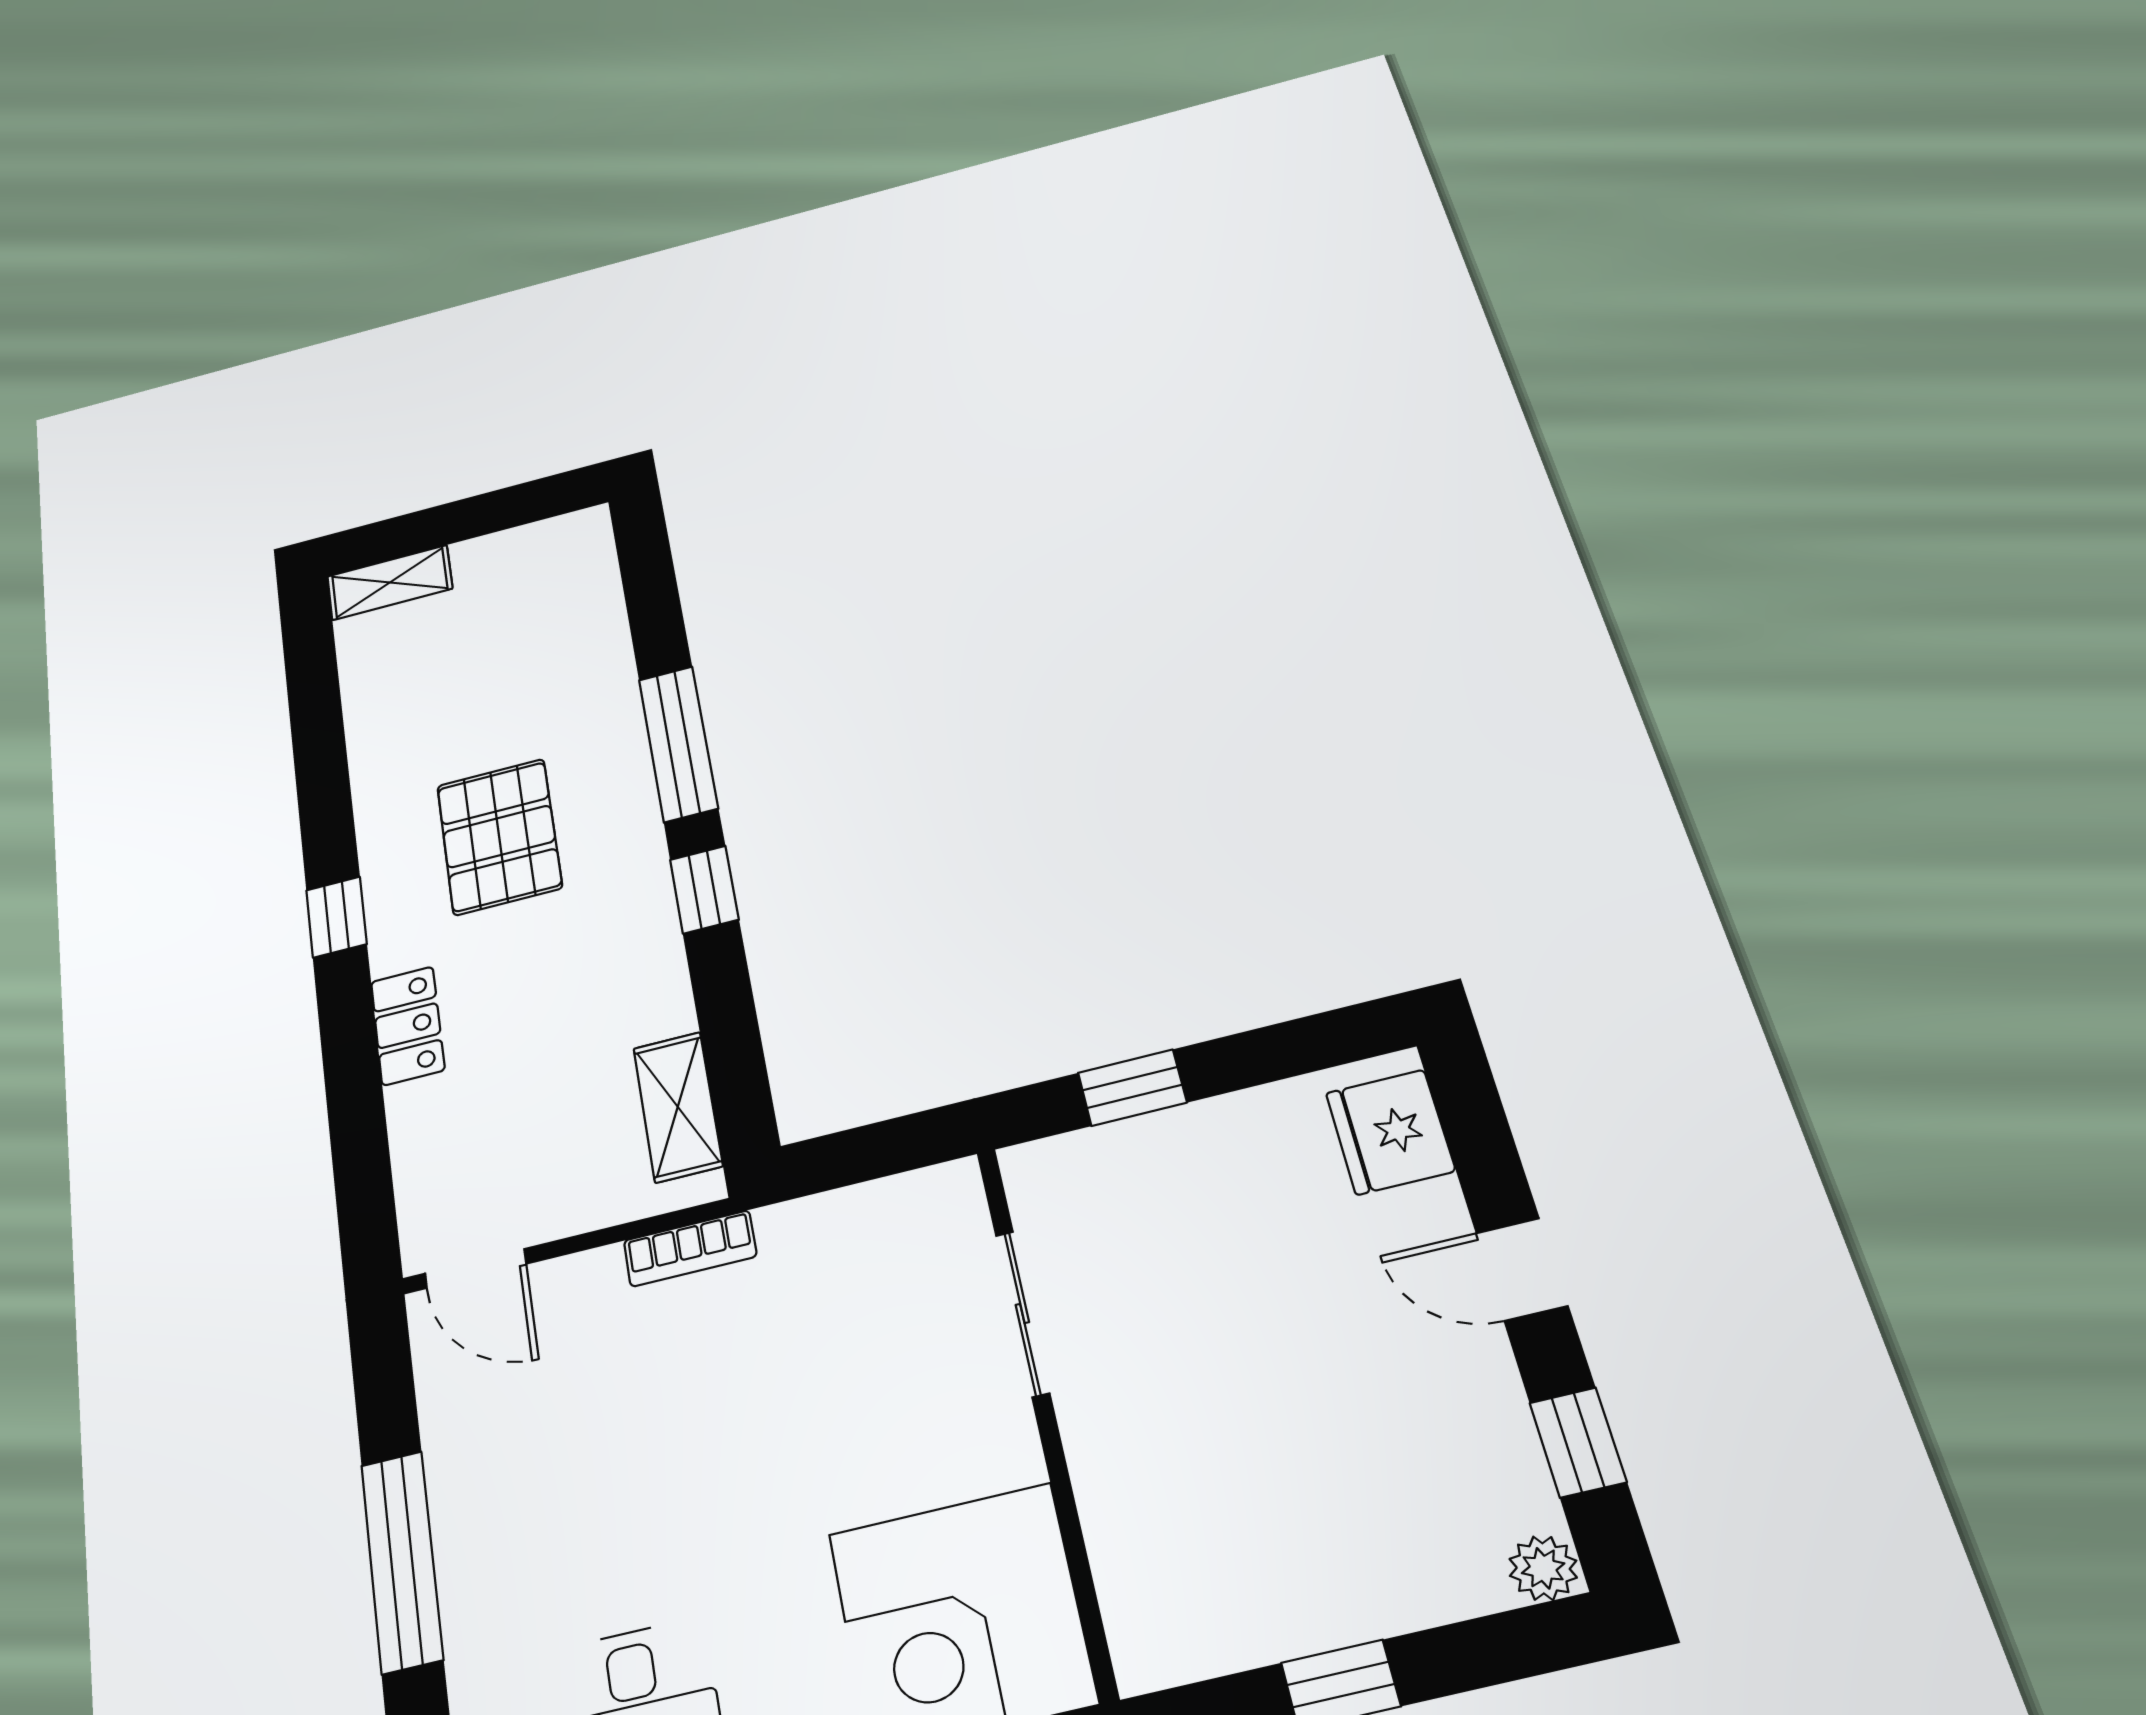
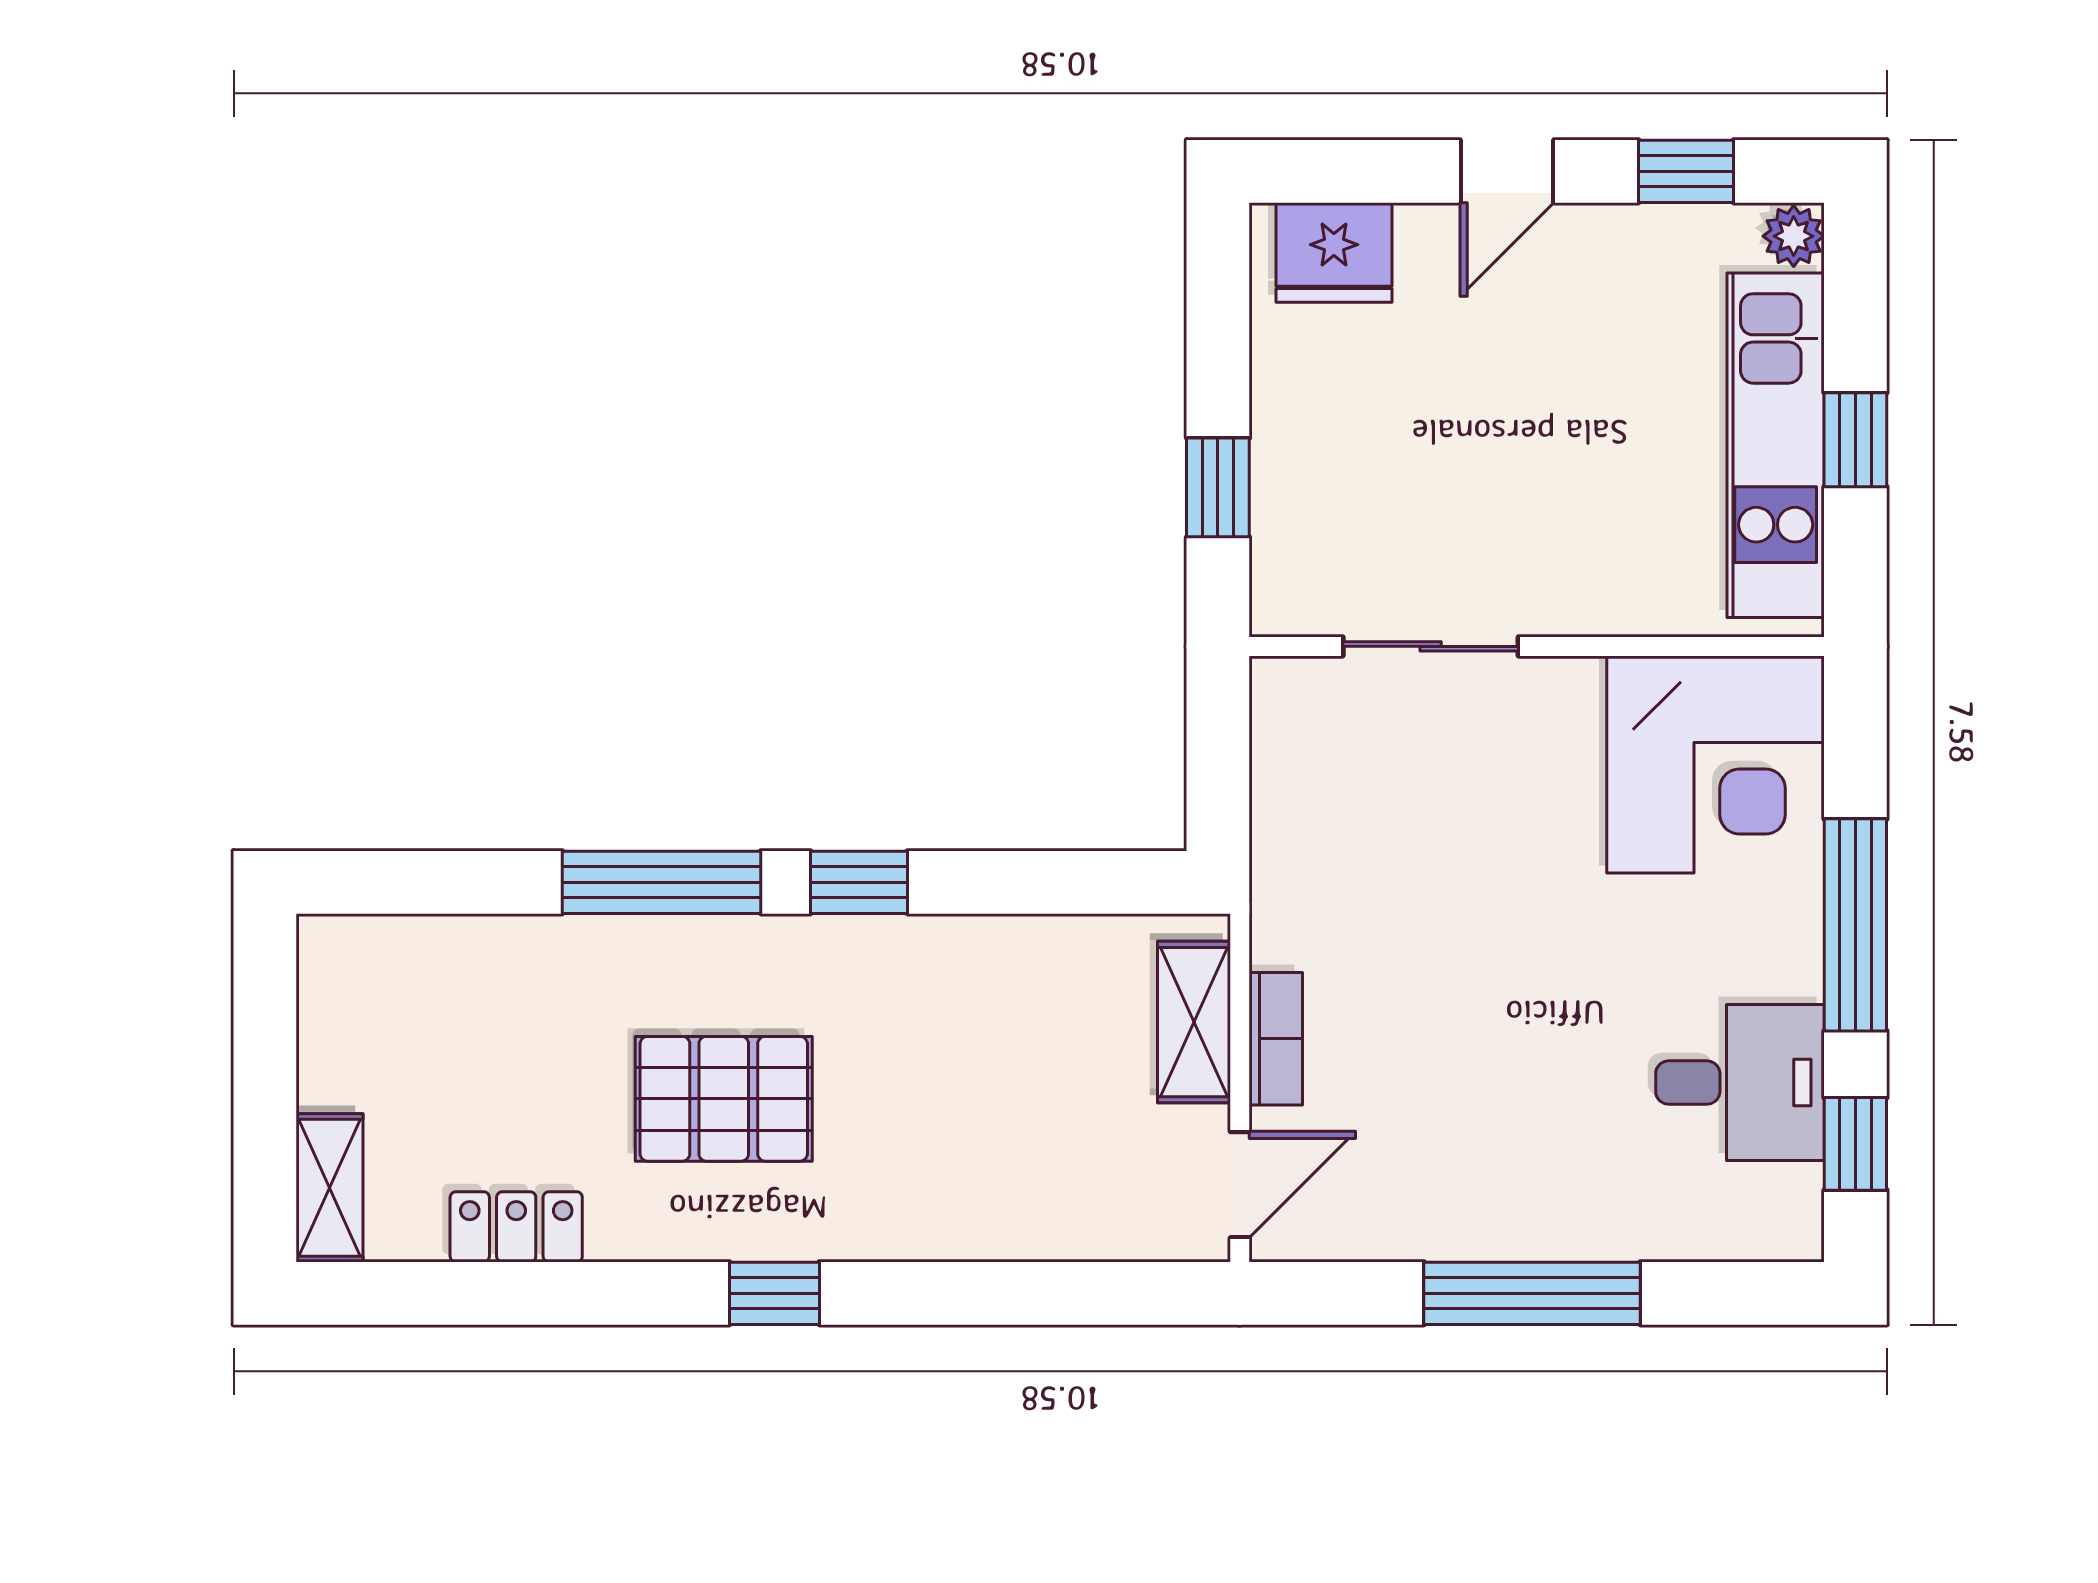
locker: (408, 1026) -> (516, 1227), moved
shelving: (678, 1107) -> (1194, 1022), moved, turned 90
bookcase: (690, 1248) -> (1276, 1039), moved
kitchen unit: (1312, 1602) -> (1776, 445), added

